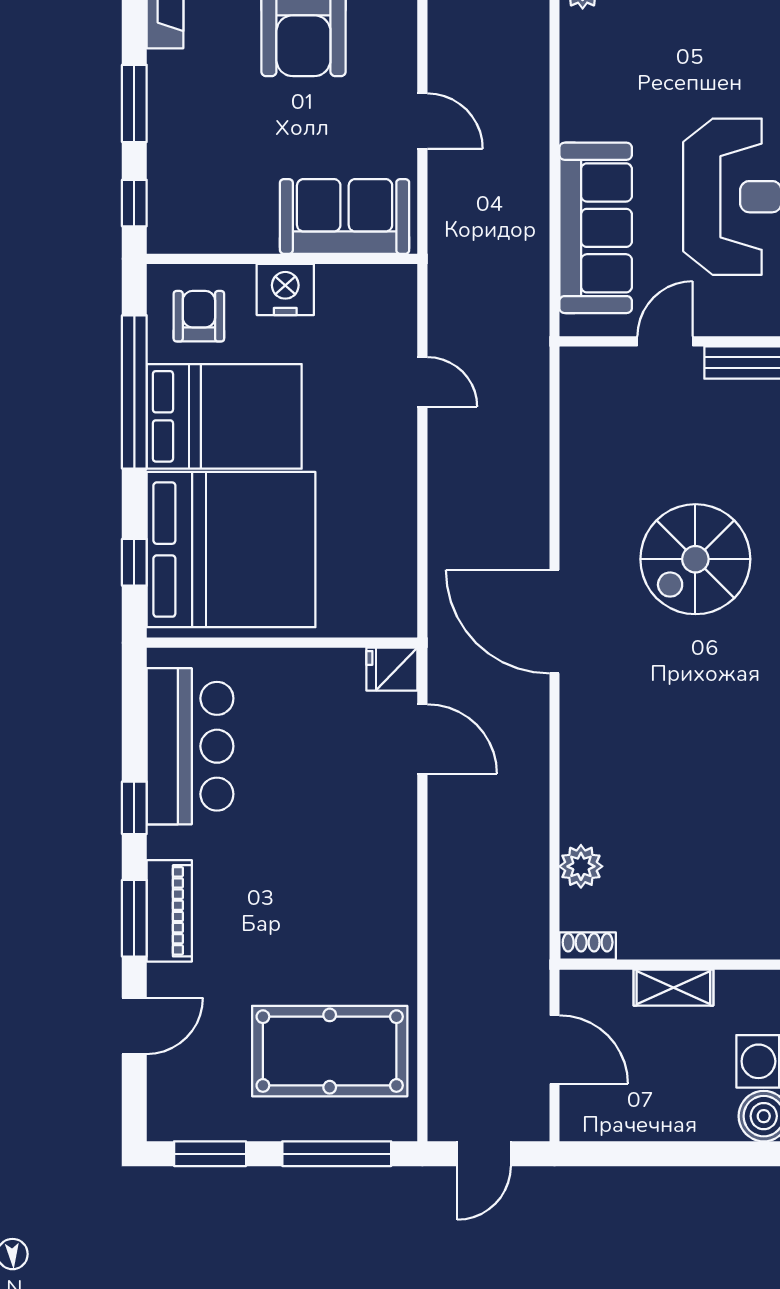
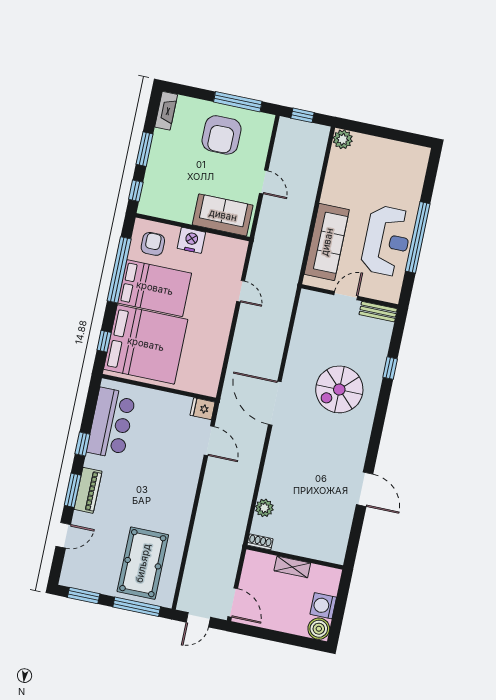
door: (554, 1050) -> (233, 603), moved
pool table: (330, 1051) -> (143, 563), turned 90

